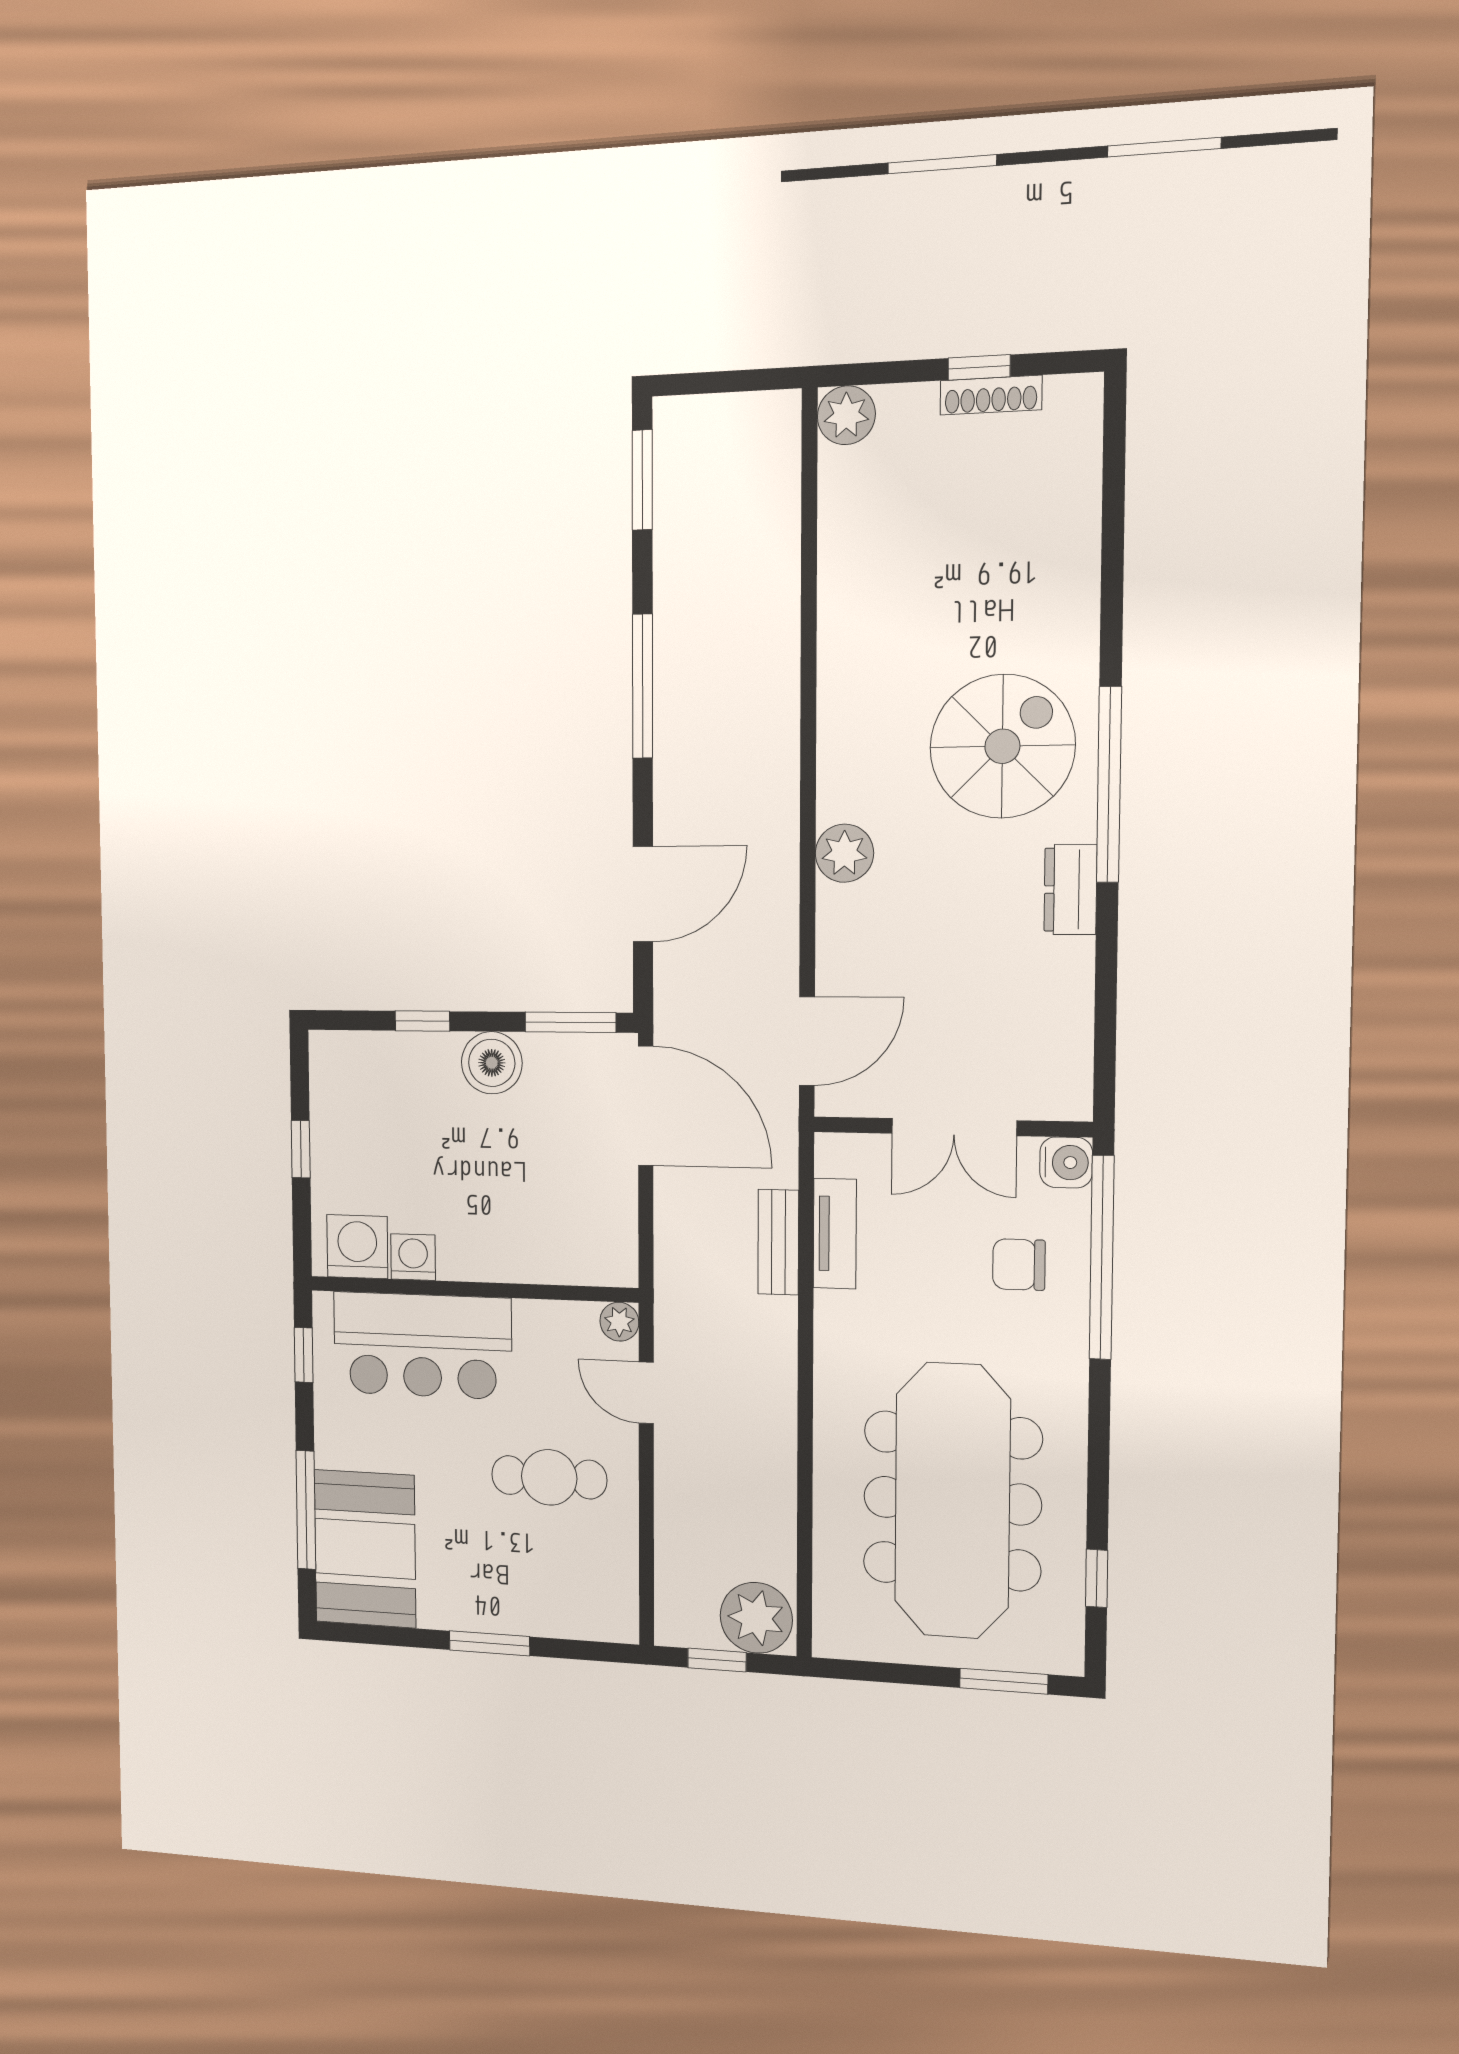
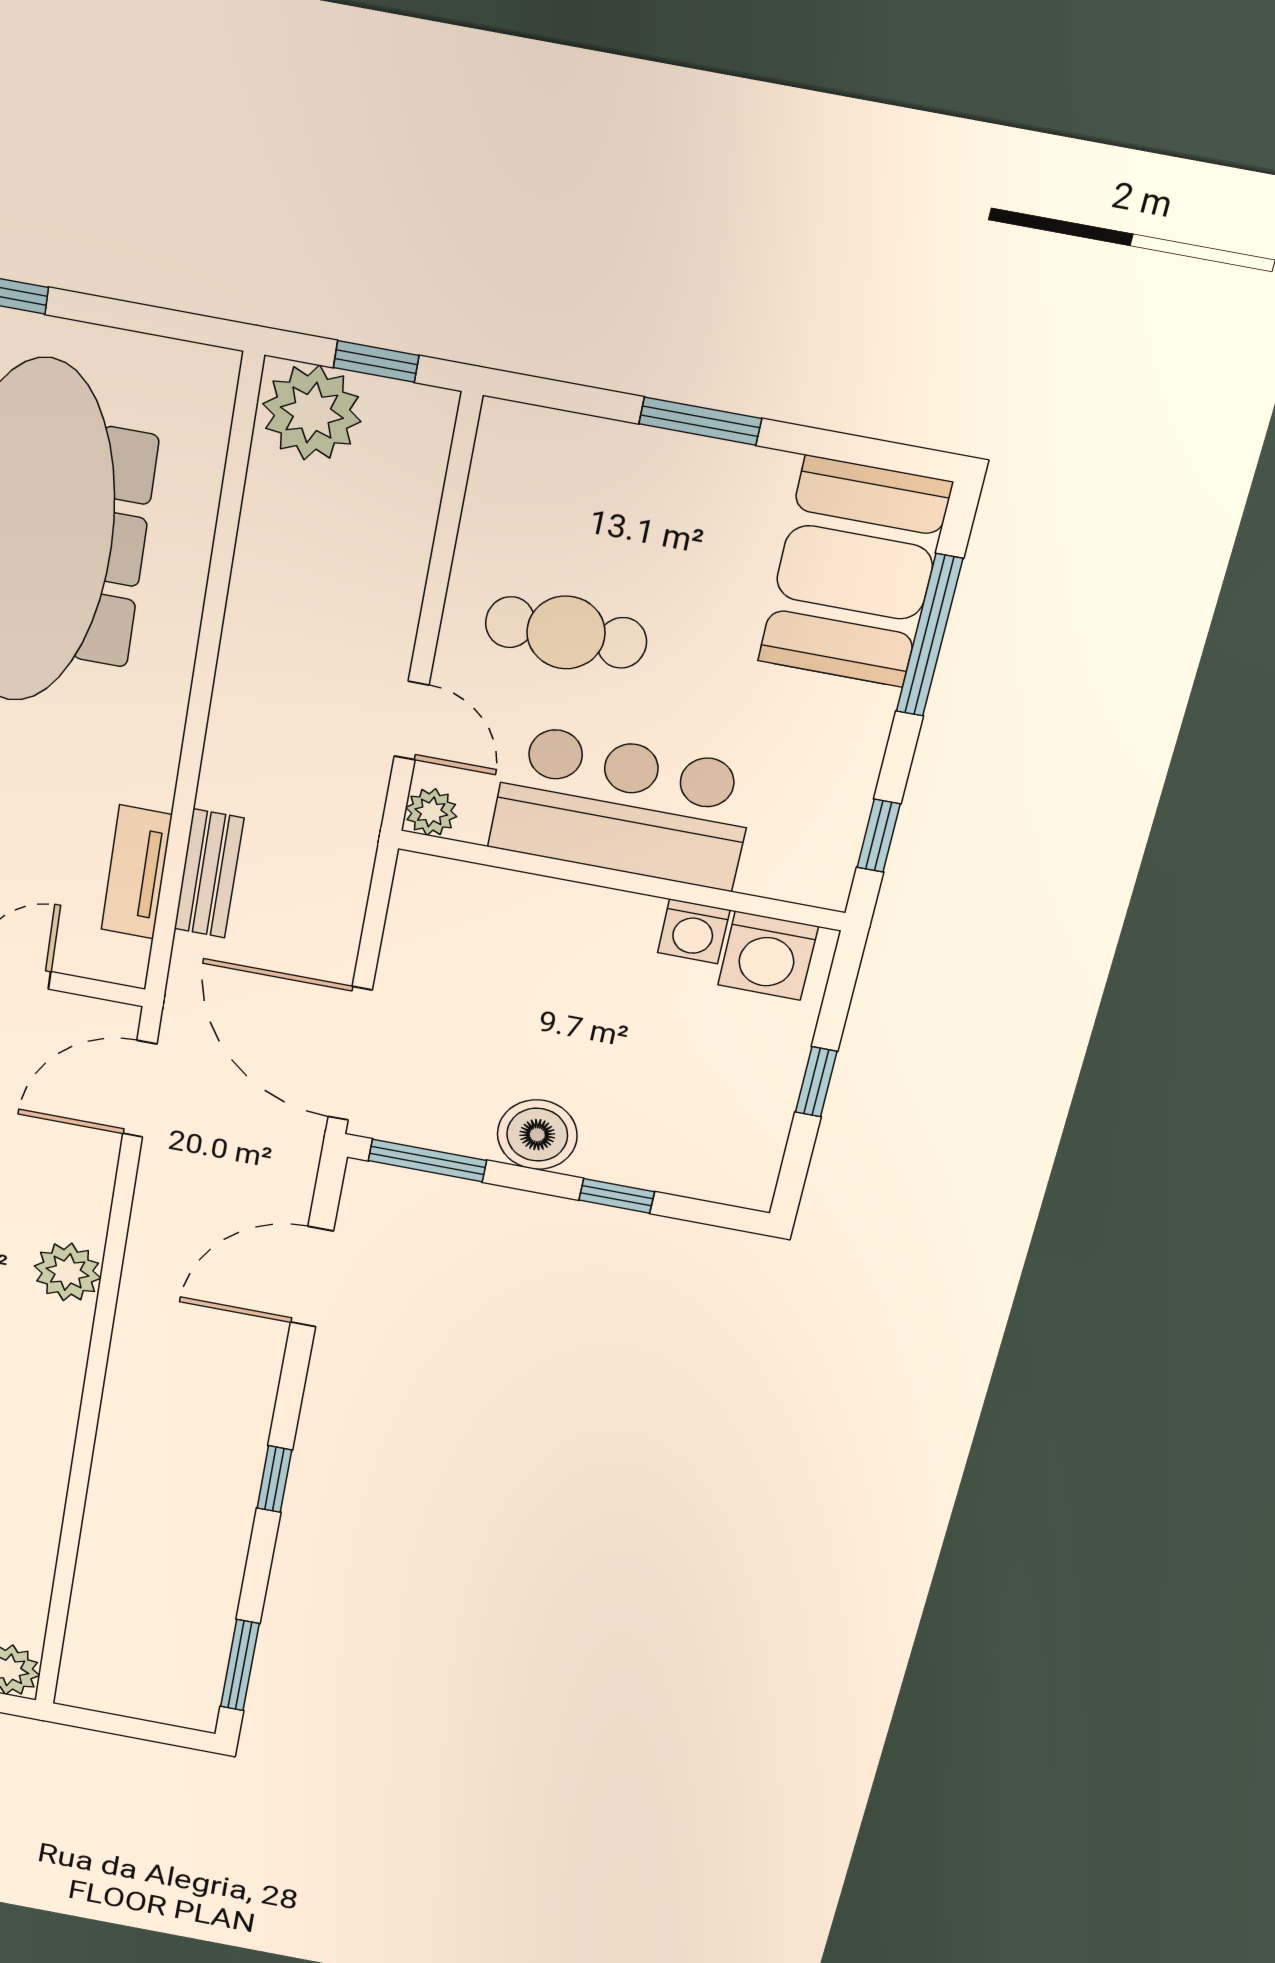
window: (643, 686) -> (274, 1479), width x0.46
bar counter: (422, 1345) -> (623, 807), moved

